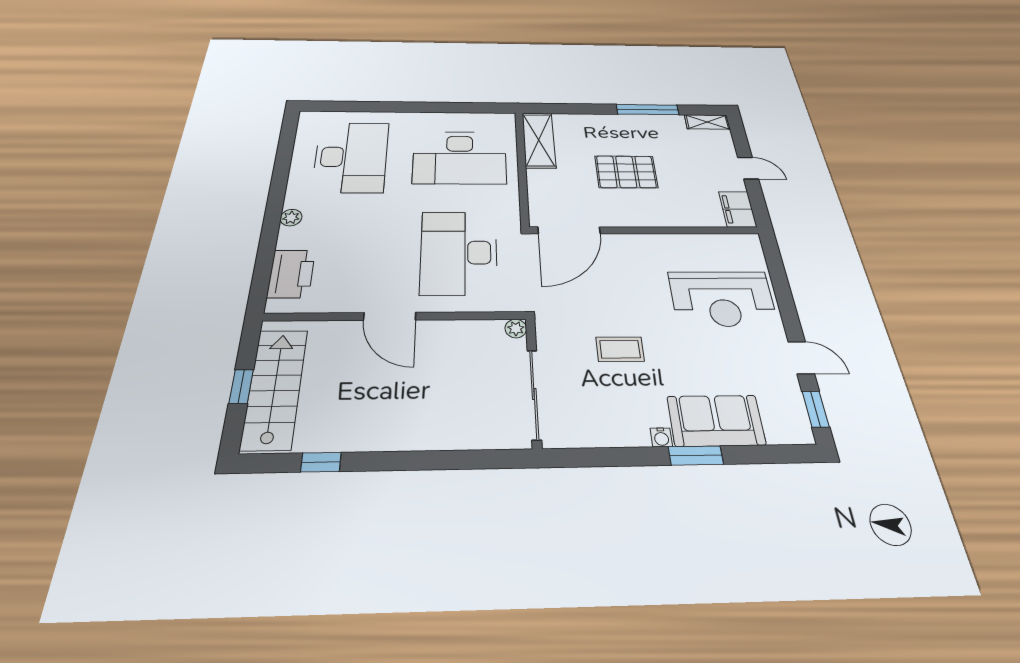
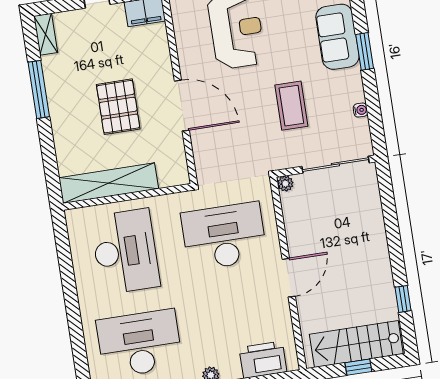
shelving: (539, 140) -> (109, 183), width x1.47
door: (569, 230) -> (182, 106), moved
desk: (459, 253) -> (224, 236), turned 180
coffee table: (620, 349) -> (291, 106), width x1.36, depth x1.30
water cooler: (661, 437) -> (361, 110), moved

